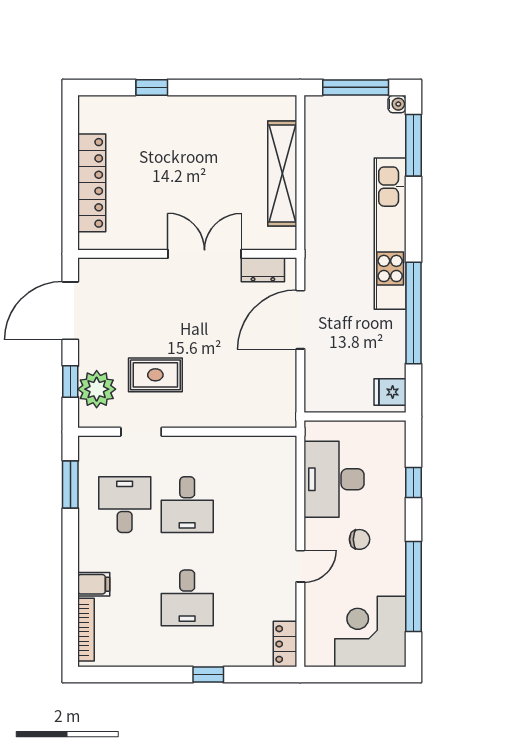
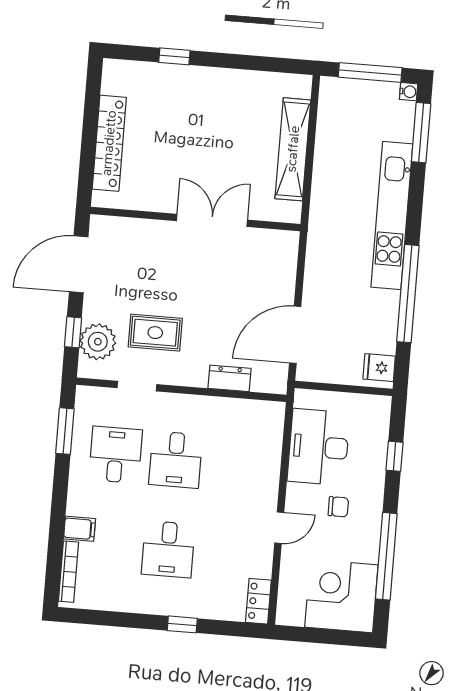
dresser: (263, 270) -> (229, 378), moved, turned 180
door: (300, 320) -> (295, 335), moved

